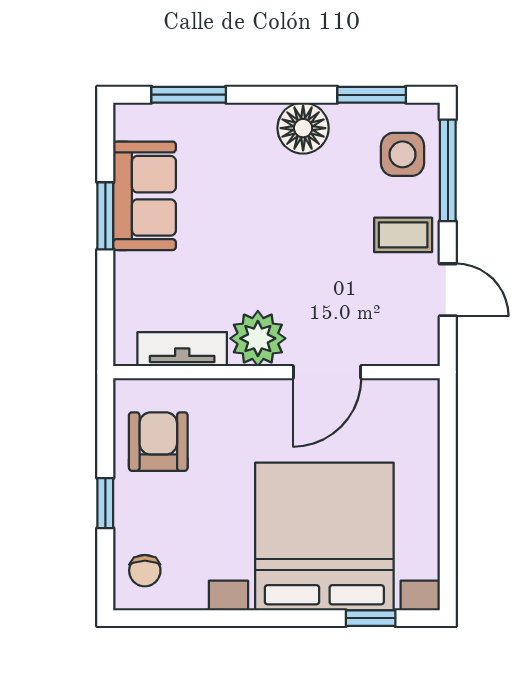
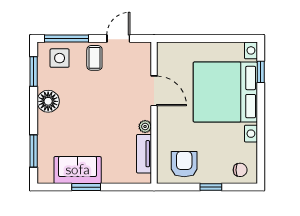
plant: (258, 338) -> (145, 126), width x0.53, depth x0.53
armchair: (158, 442) -> (184, 164), turned 90

